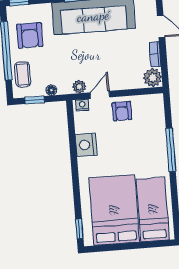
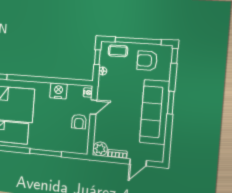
plant: (79, 87) -> (102, 92), removed
door: (100, 95) -> (94, 107), hinge flipped
armchair: (122, 111) -> (79, 122), turned -90

